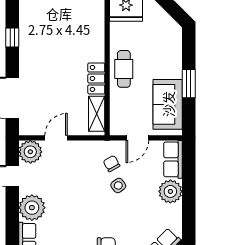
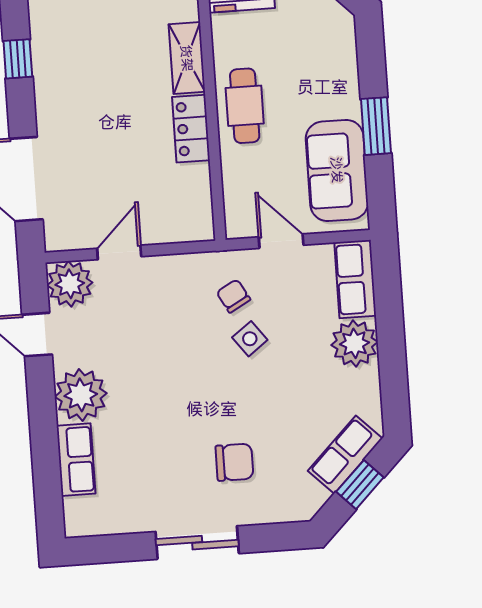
shelving: (97, 114) -> (187, 58), moved
door: (137, 138) -> (281, 241), swing flipped

